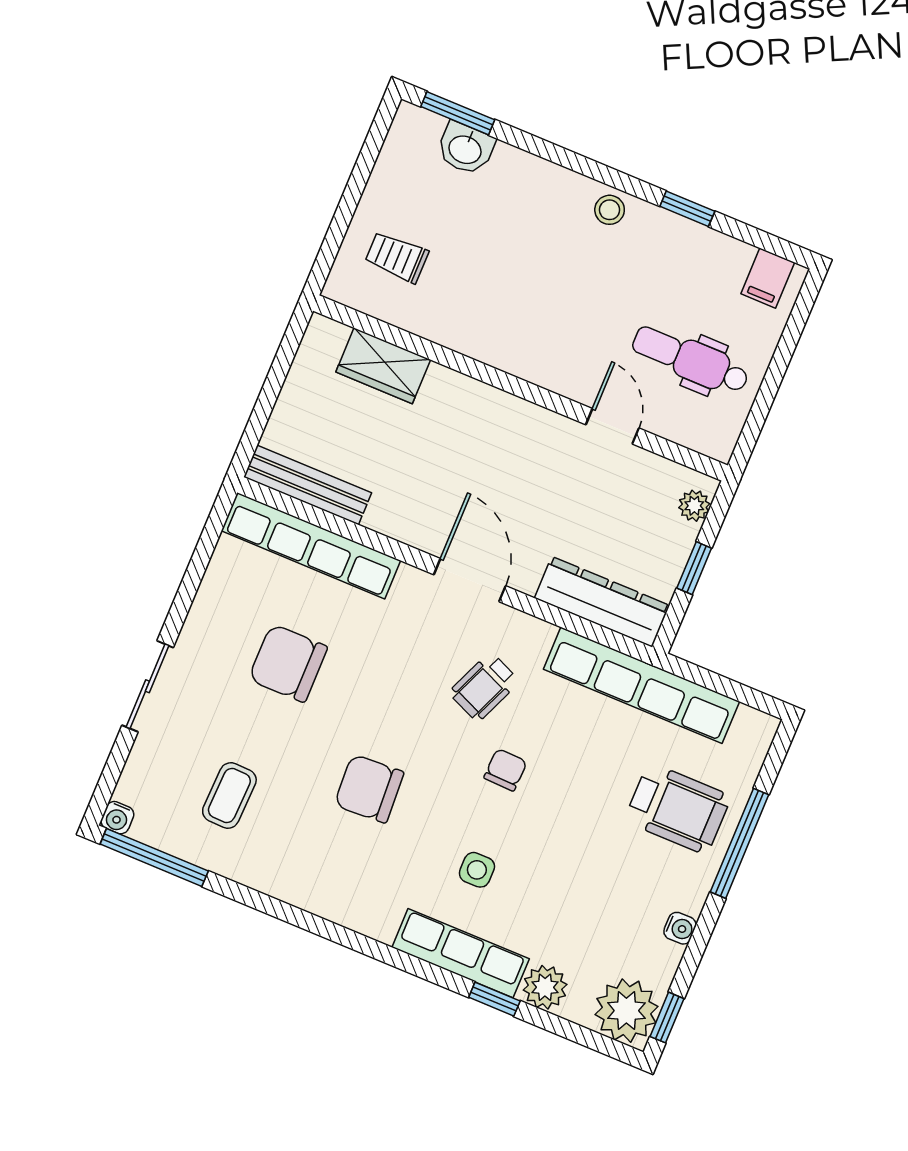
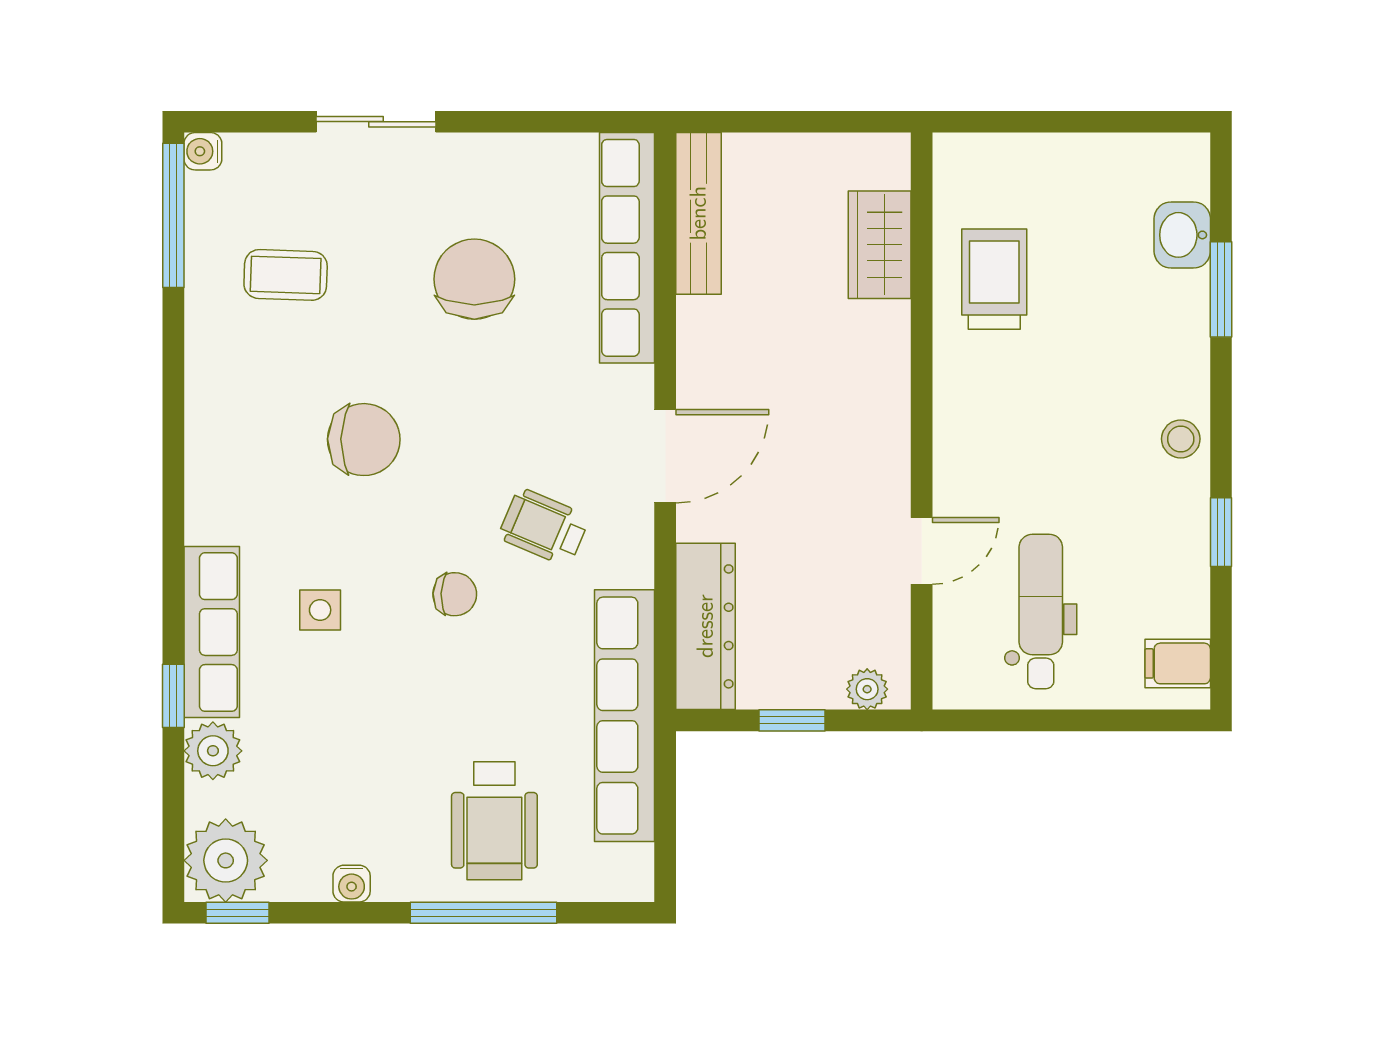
window: (458, 113) -> (1221, 289), moved
trolley: (397, 257) -> (994, 279), moved, width x1.36, depth x1.39
chair: (369, 789) -> (364, 440), turned 94

